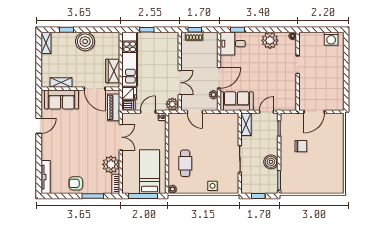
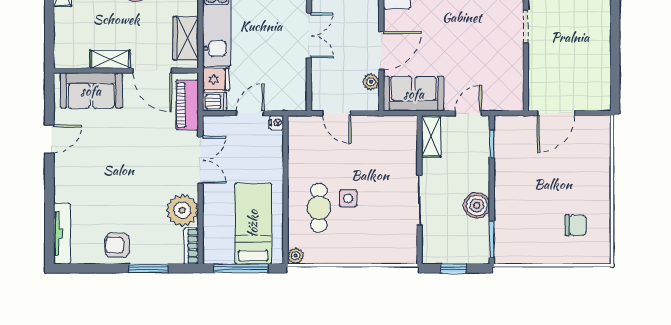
shelving: (61, 83) -> (110, 59), moved
double door: (180, 83) -> (309, 35), moved
plant: (172, 104) -> (295, 99), removed
chair: (301, 146) -> (576, 225), moved
side table: (213, 186) -> (348, 198), moved

